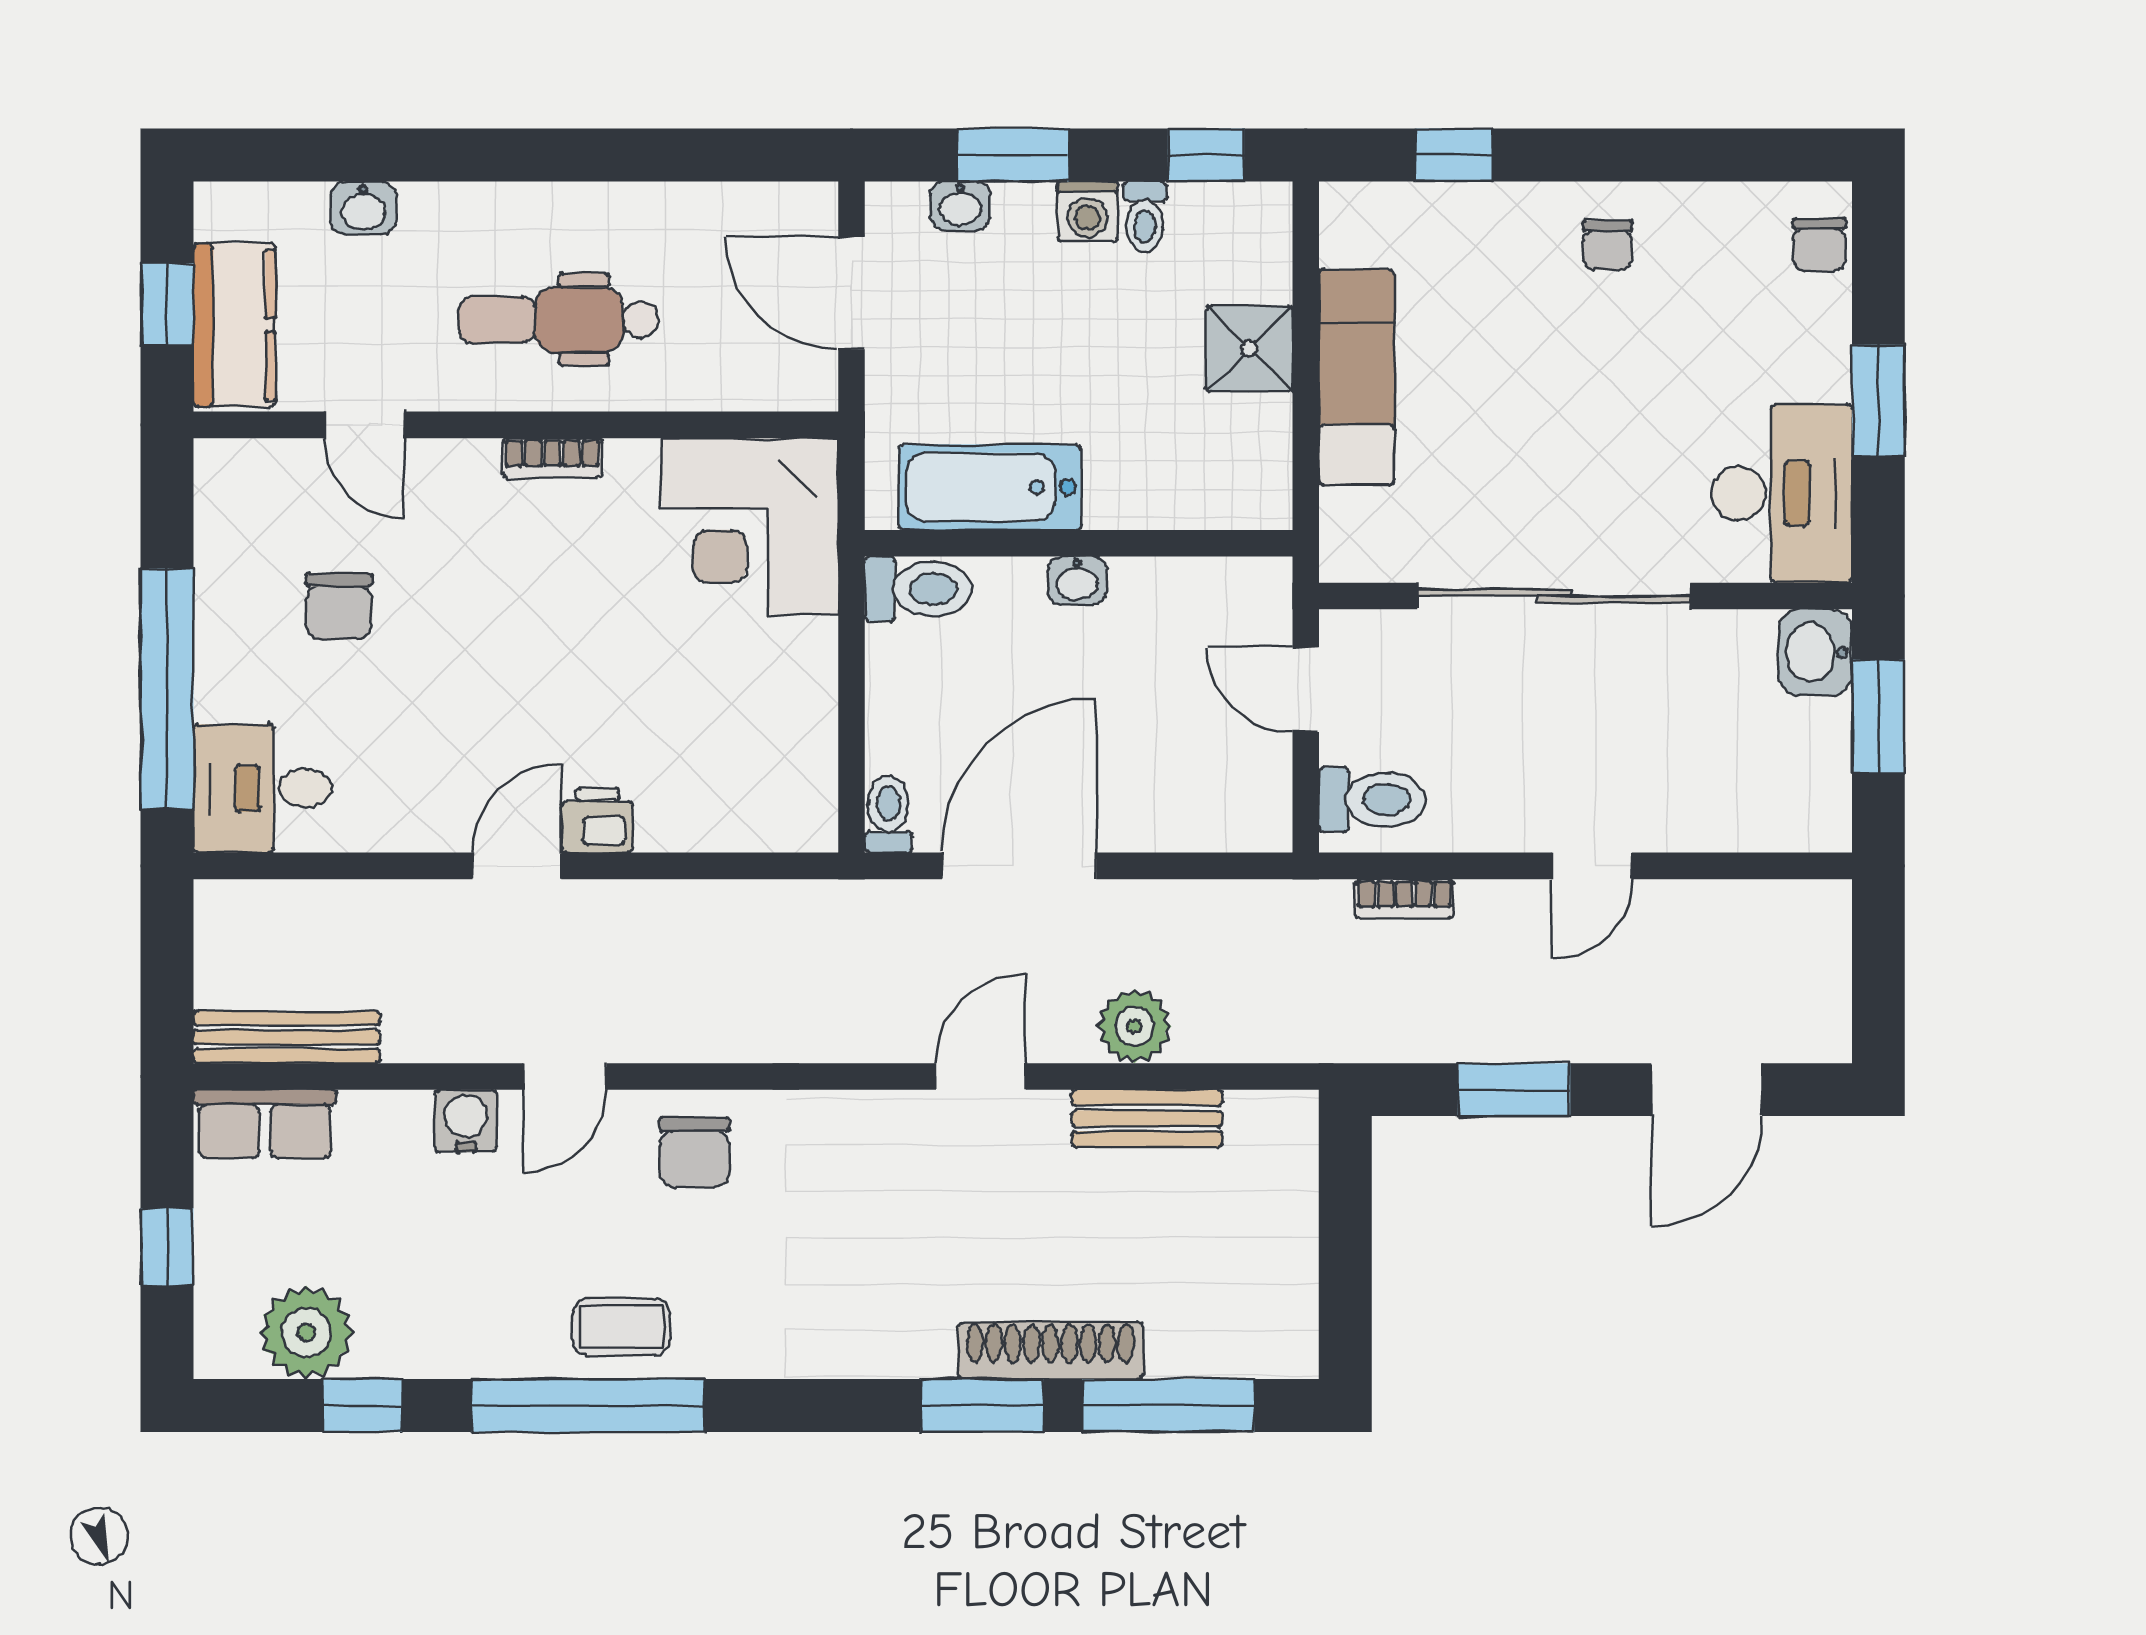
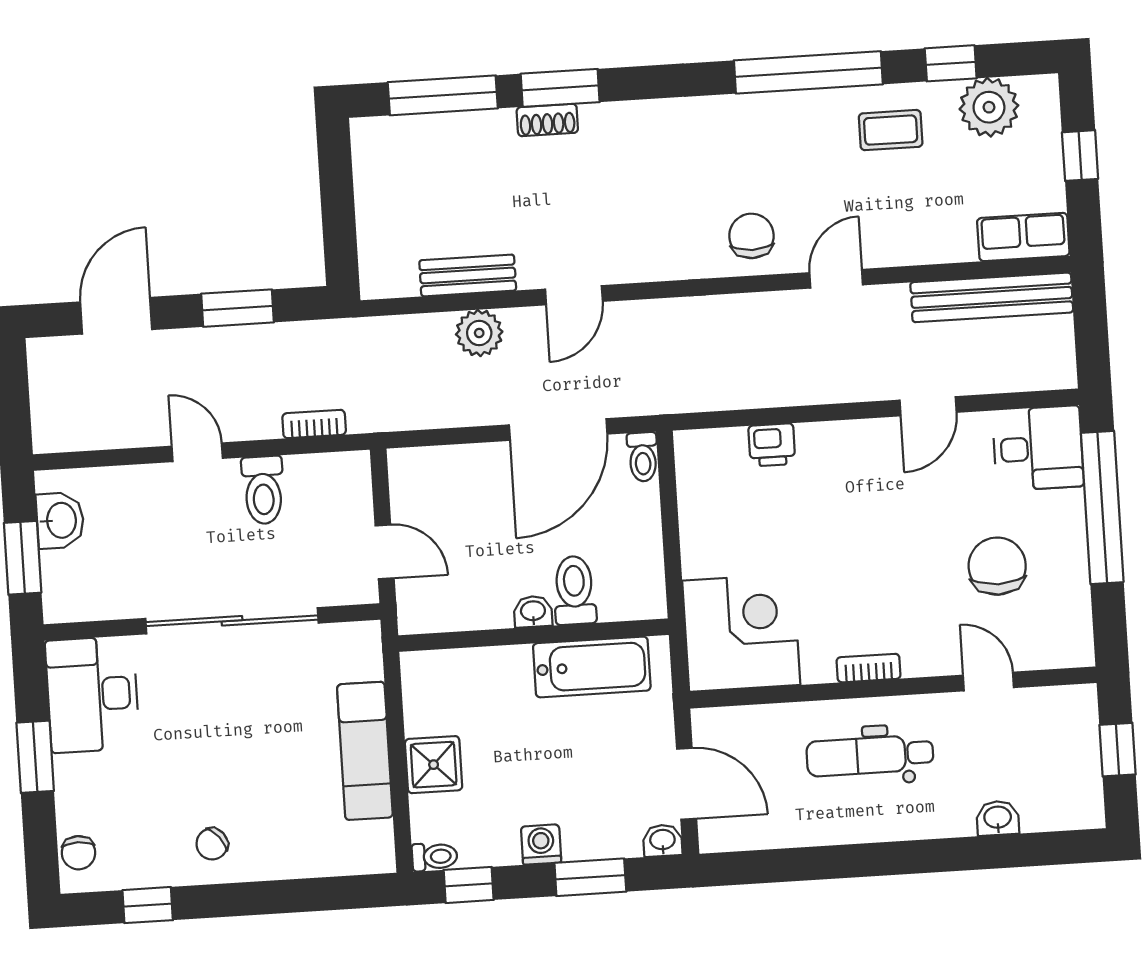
window: (1454, 155) -> (148, 905), moved
washbasin: (960, 206) -> (663, 841), moved
toilet: (1145, 217) -> (435, 857), moved, turned 90
chair: (1607, 245) -> (212, 844), turned -129
chair: (1819, 245) -> (78, 853), turned 180
dental chair: (559, 320) -> (870, 756), turned 180
kitchen counter: (234, 325) -> (1074, 739), removed
toilet: (918, 589) -> (574, 590), moved, turned 90
chair: (339, 606) -> (997, 566), width x1.37, depth x1.37
washbasin: (1815, 652) -> (60, 520), moved
toilet: (1372, 800) -> (263, 490), moved, turned -90
printer: (597, 820) -> (772, 445), moved
door: (517, 866) -> (928, 406), moved
door: (1592, 866) -> (197, 452), hinge flipped
bench: (287, 1037) -> (992, 297), width x1.37, depth x1.21
water cooler: (466, 1121) -> (897, 247), removed
coffee table: (621, 1327) -> (891, 130), moved
shoe rack: (1050, 1351) -> (547, 120), width x0.51, depth x0.81

